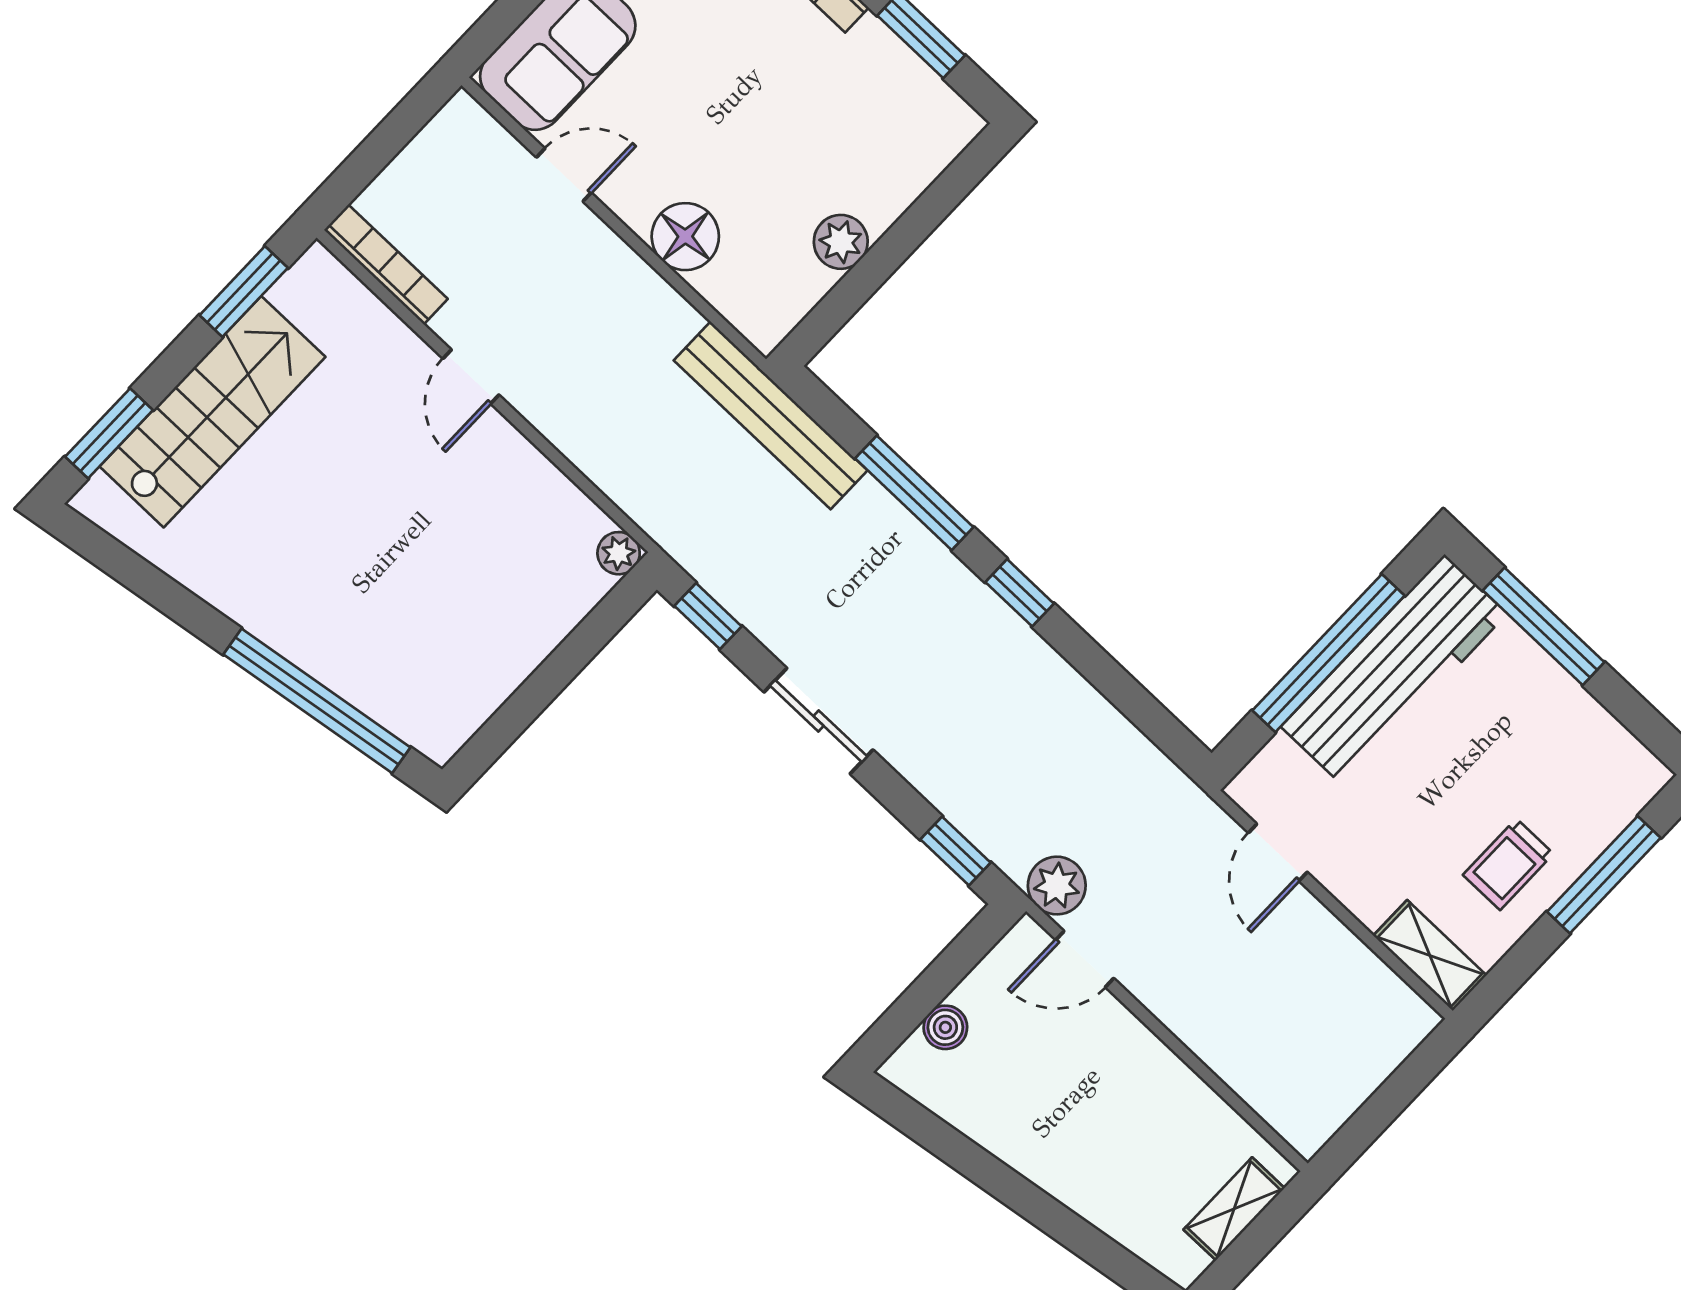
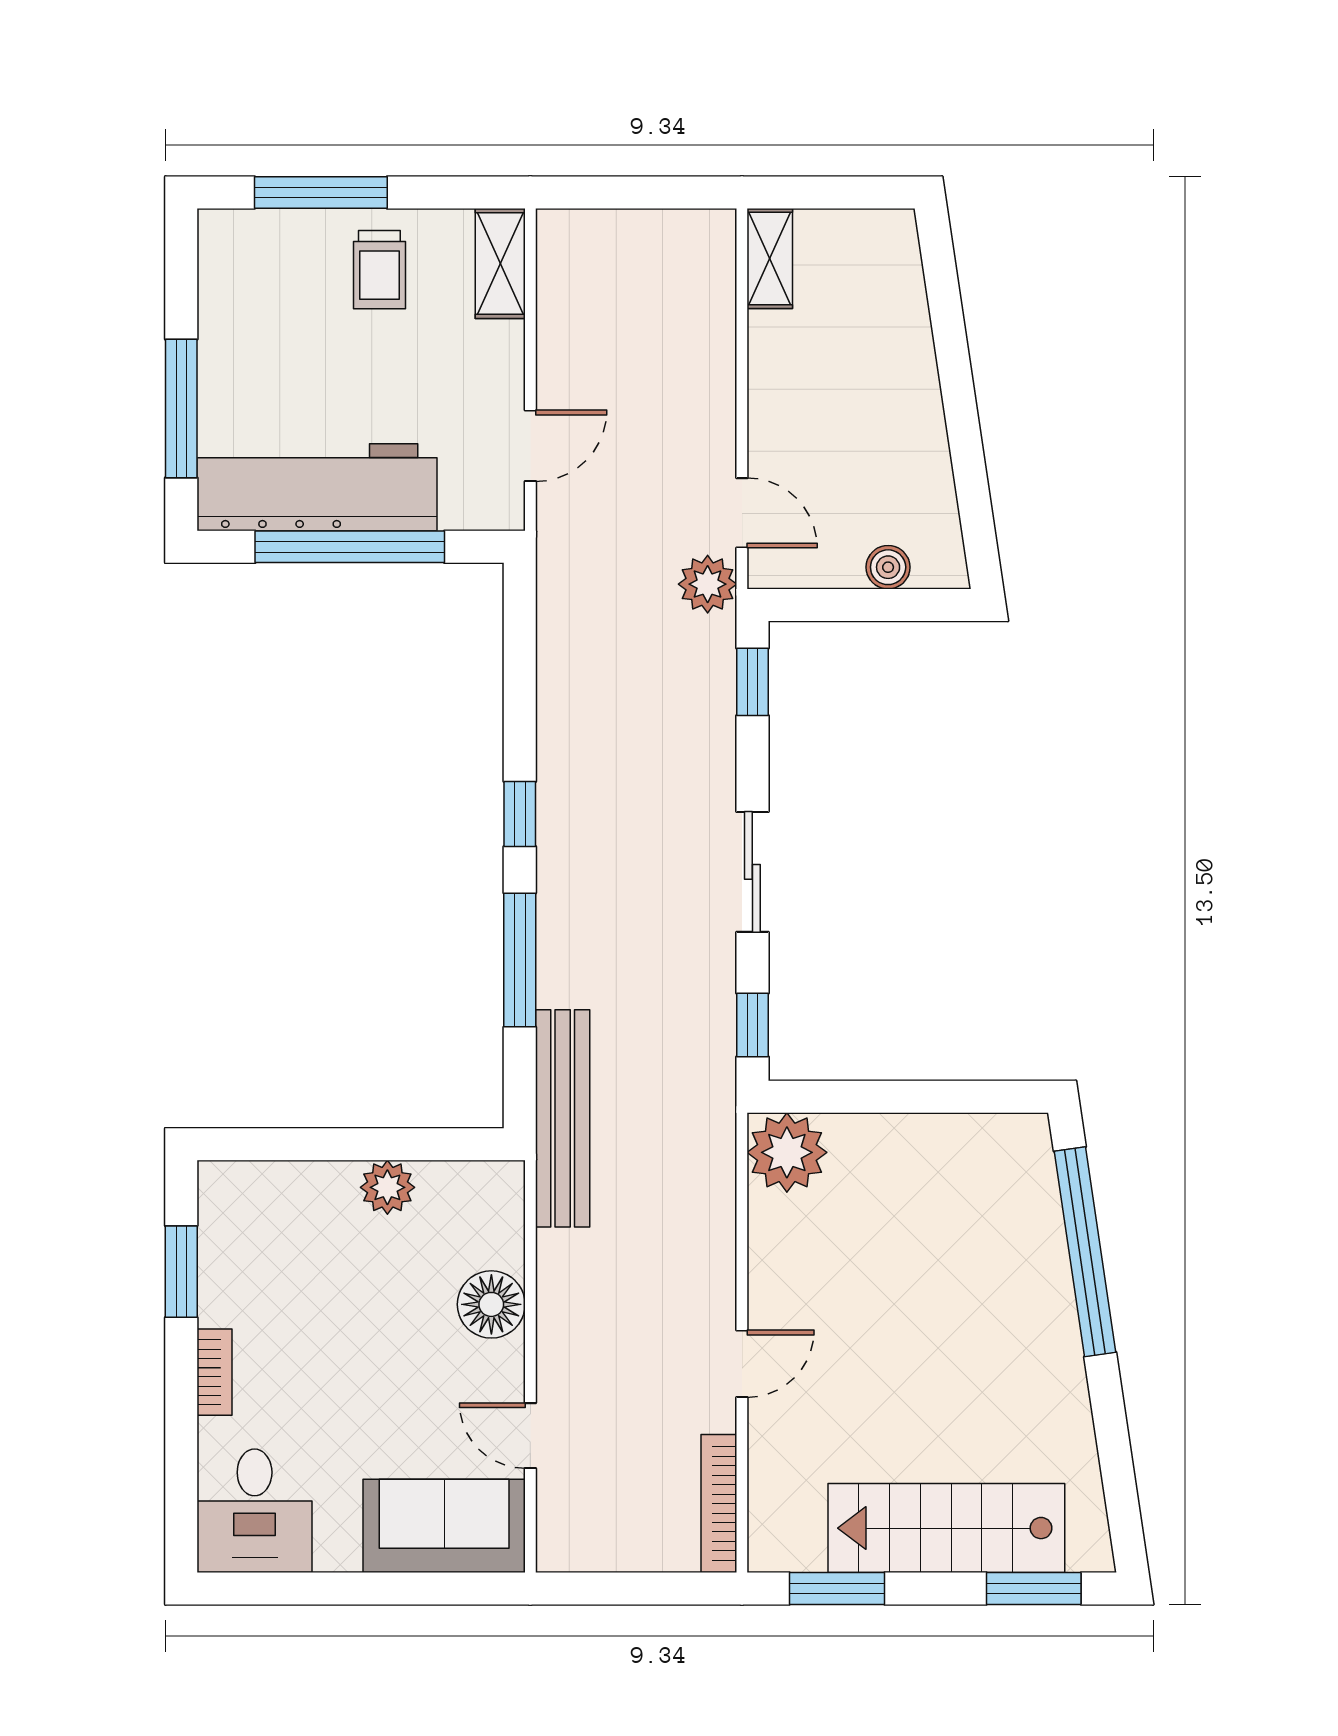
plant: (619, 553) -> (787, 1152), width x1.88, depth x1.88
trolley: (1508, 864) -> (379, 270), turned 90
shelving: (1234, 1209) -> (770, 259), moved, turned 90

